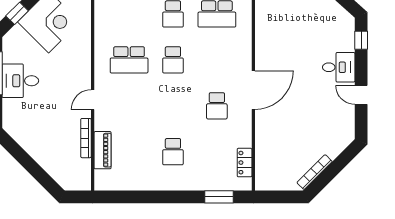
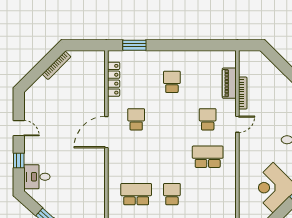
window: (361, 40) -> (19, 160), moved
school desk: (173, 60) -> (208, 119), moved
desk: (339, 67) -> (37, 177), moved
locker: (245, 163) -> (114, 79), width x1.53

